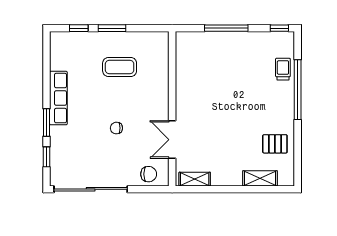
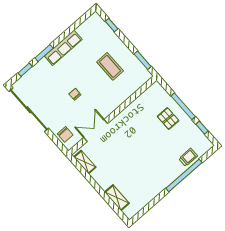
window: (112, 28) -> (143, 60), moved
window: (279, 28) -> (202, 128), moved
pallet: (275, 144) -> (168, 119), moved

